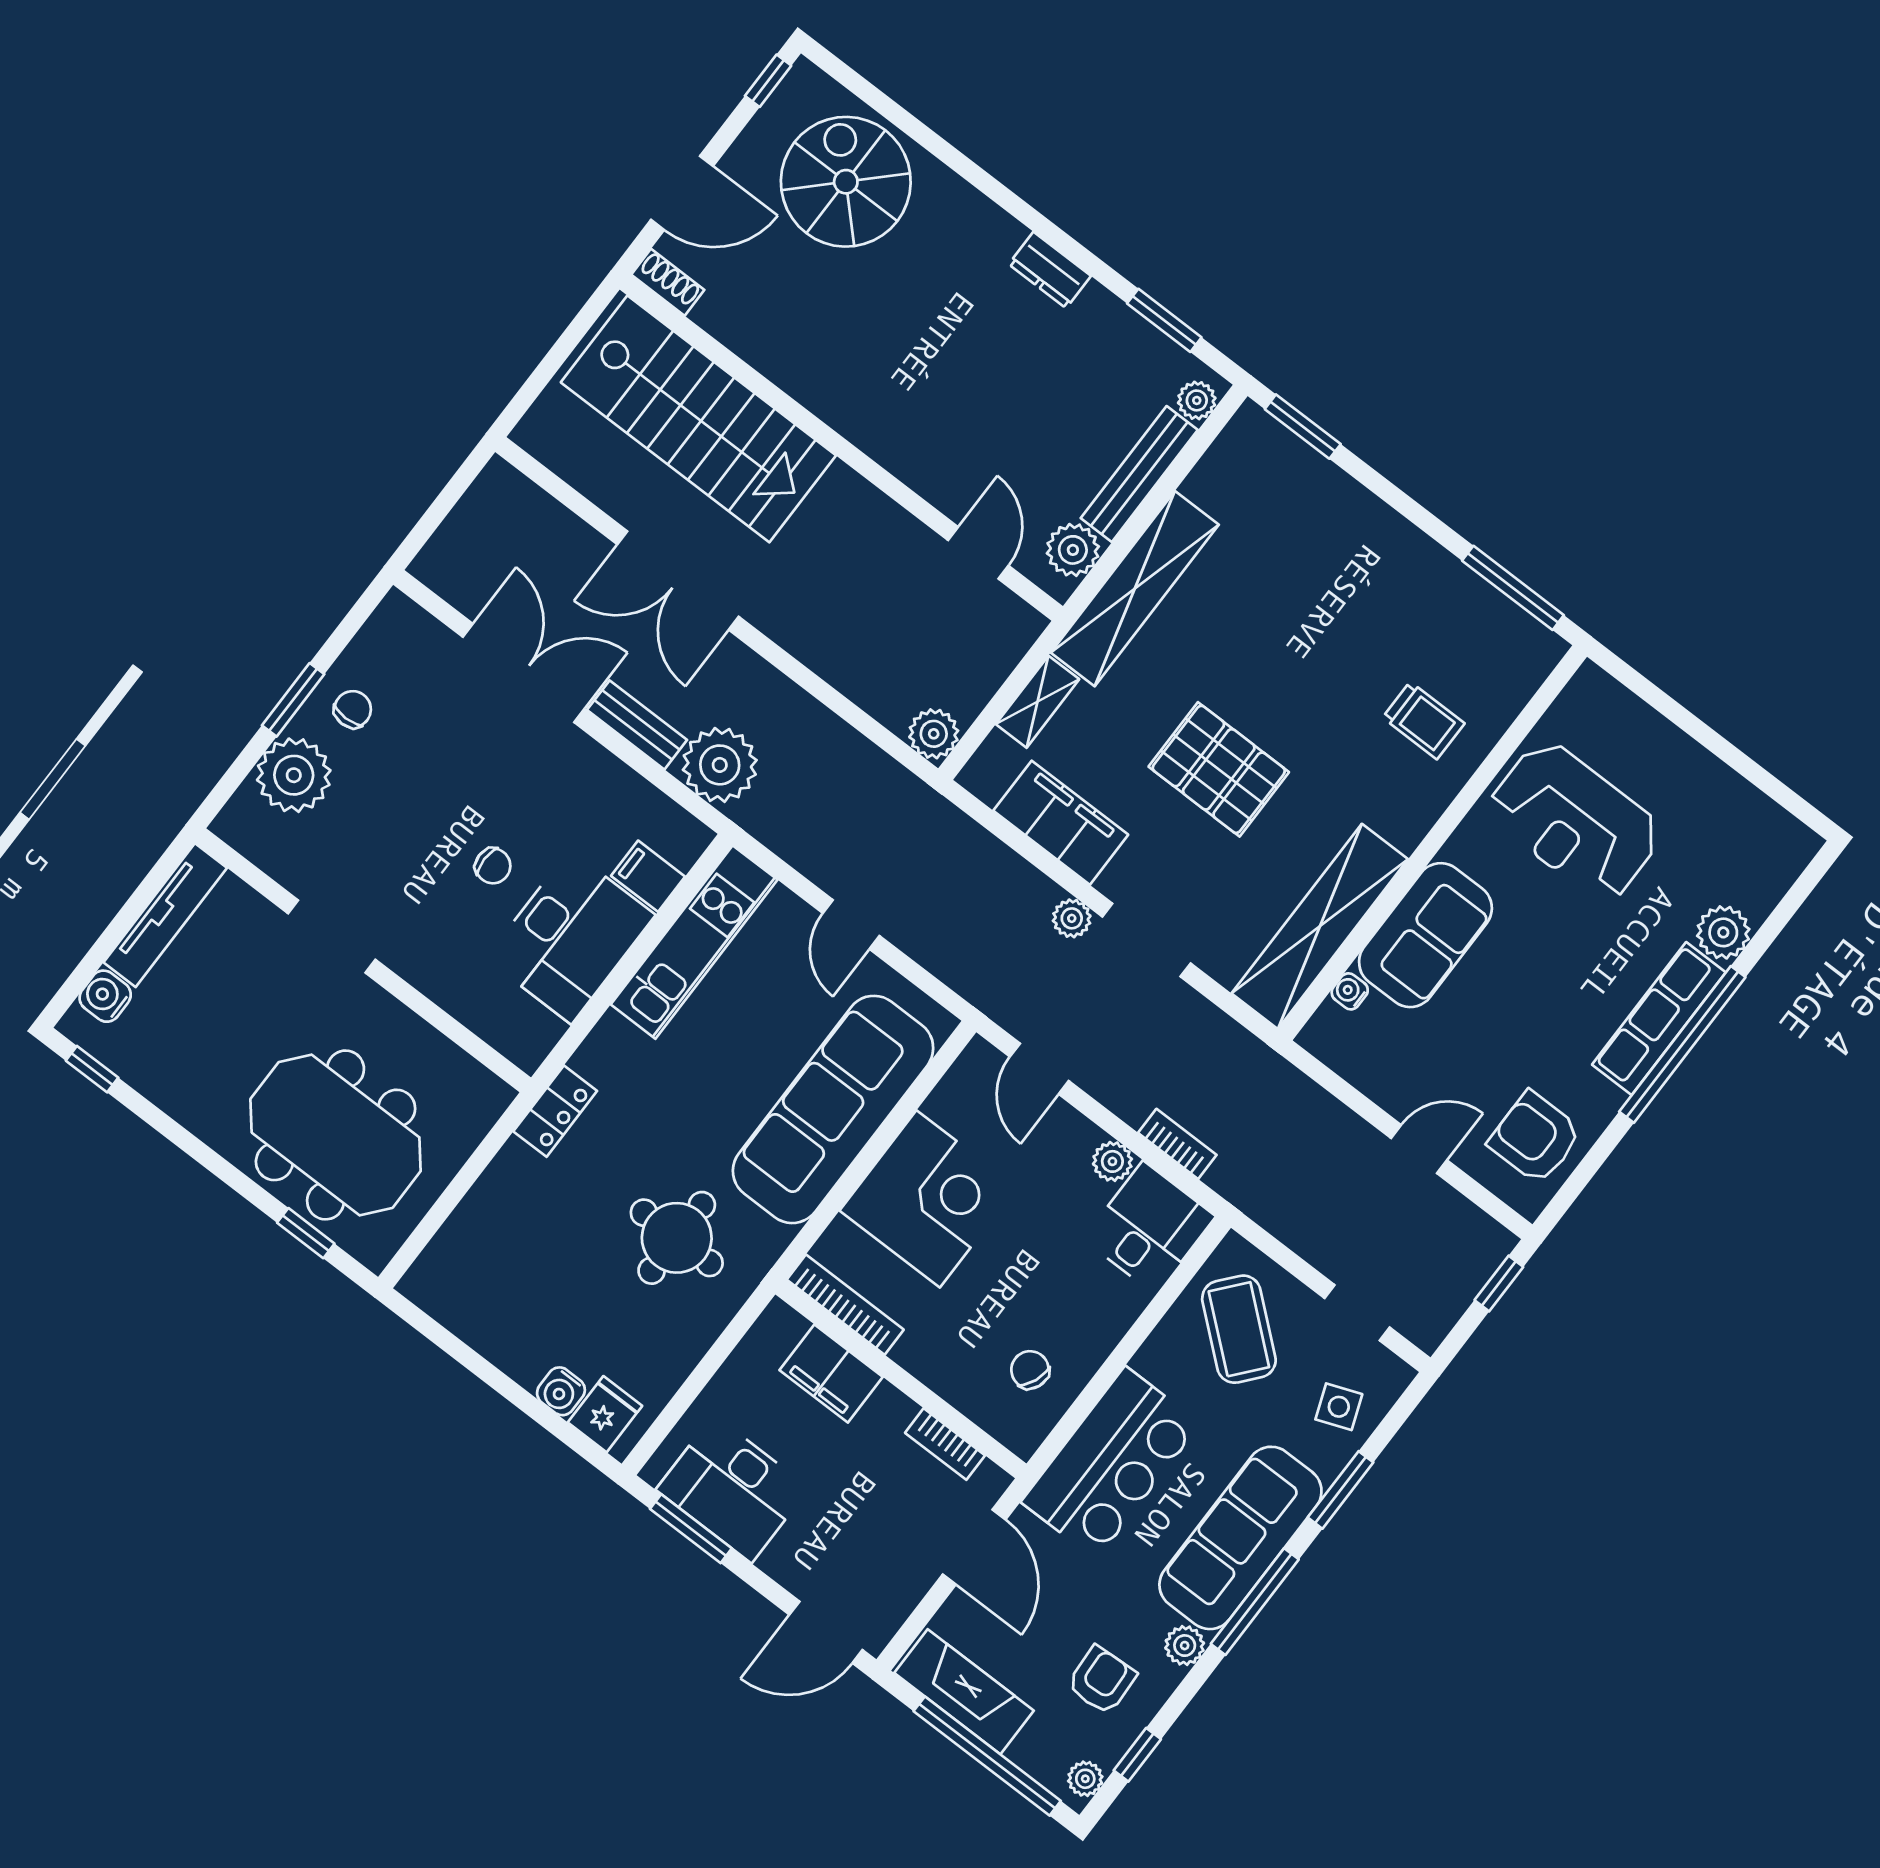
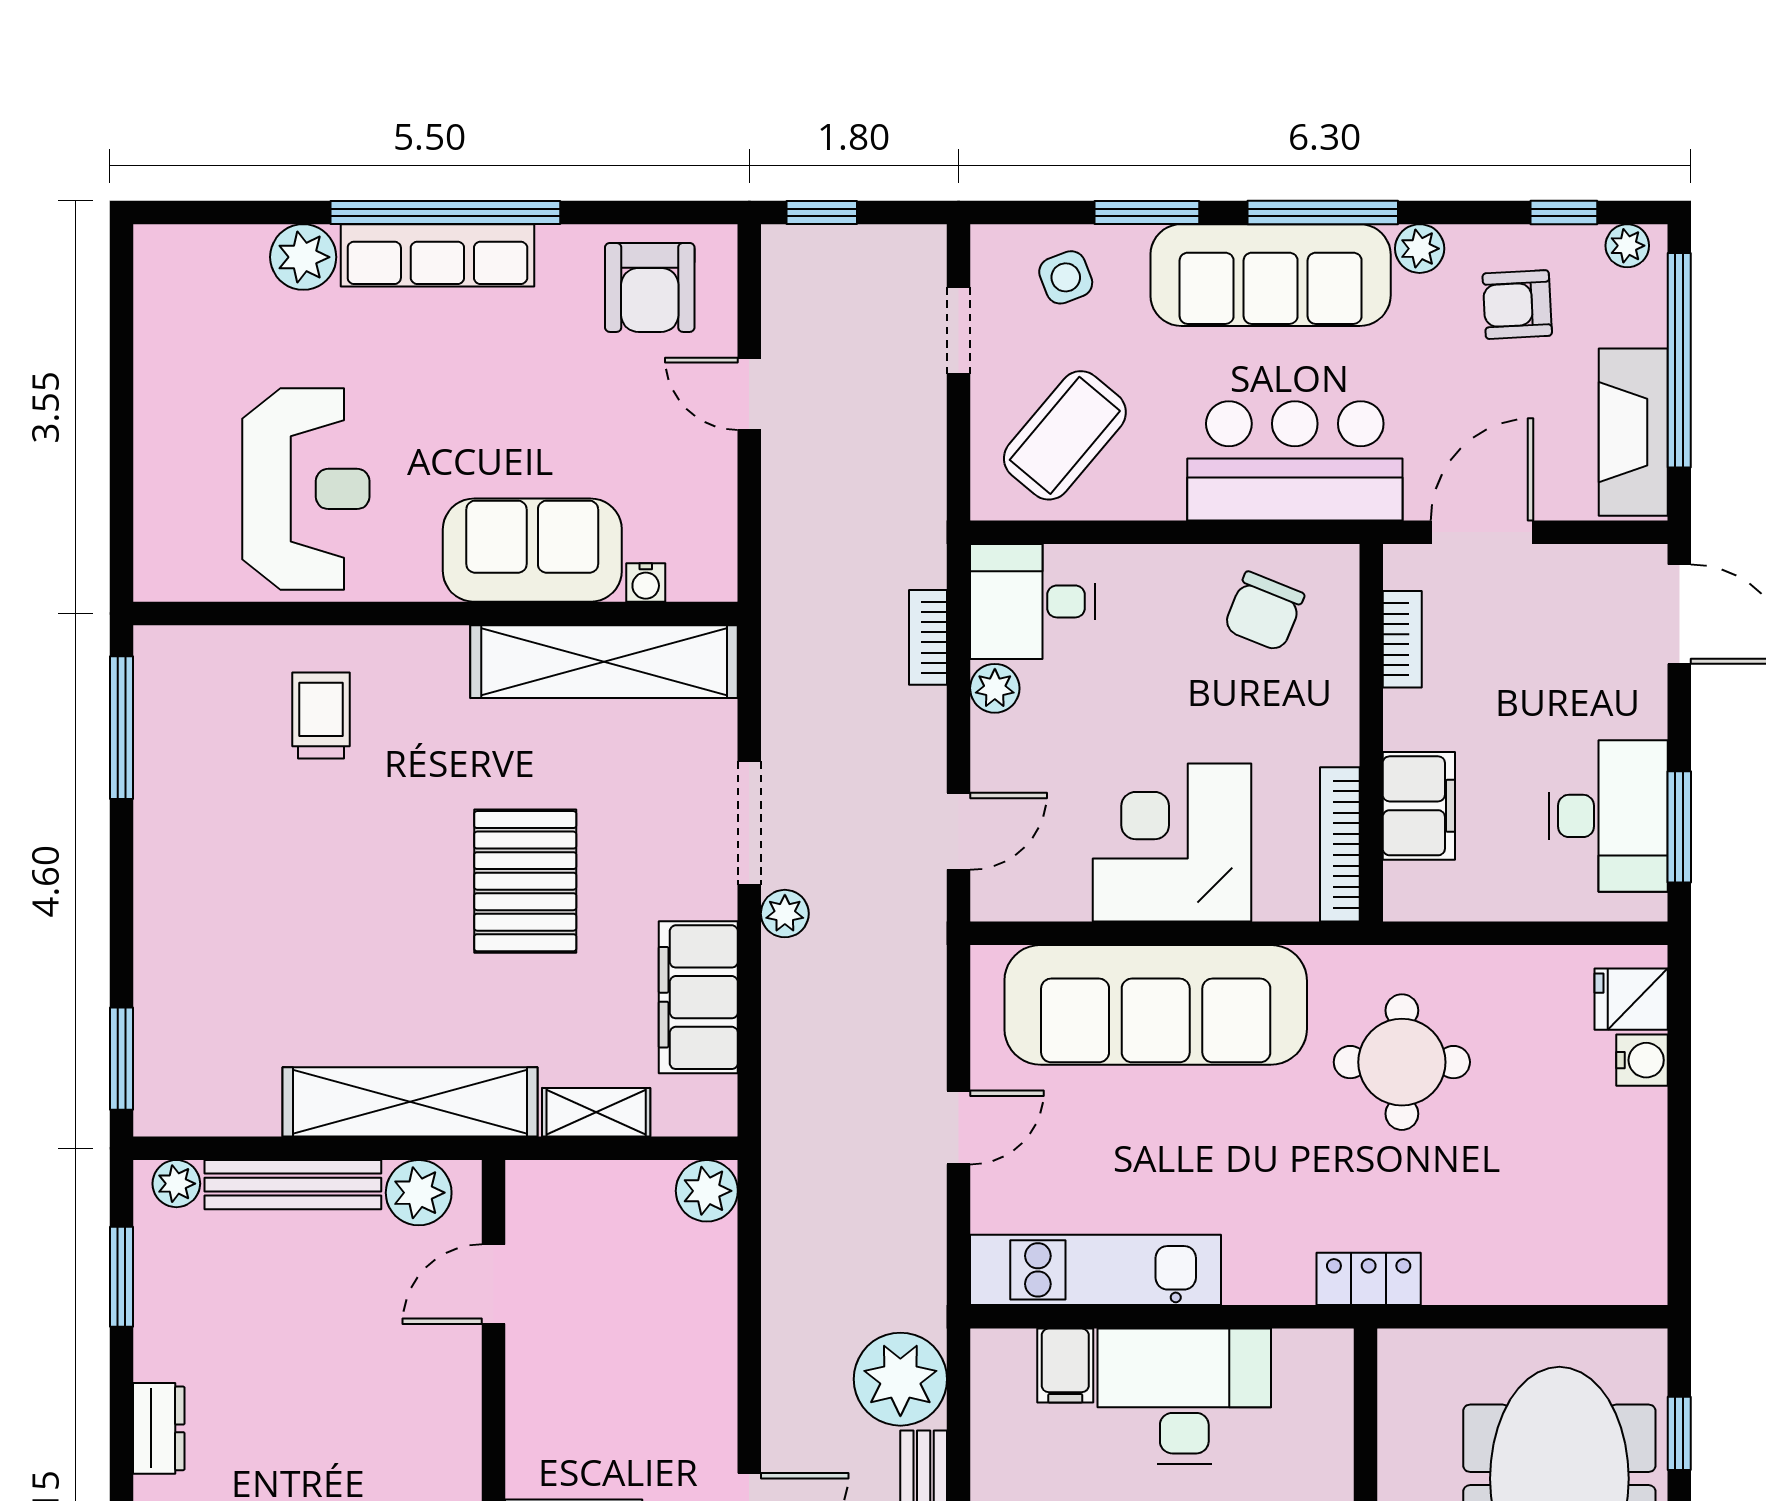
chair: (1030, 1370) -> (1264, 612), width x1.37, depth x1.37

